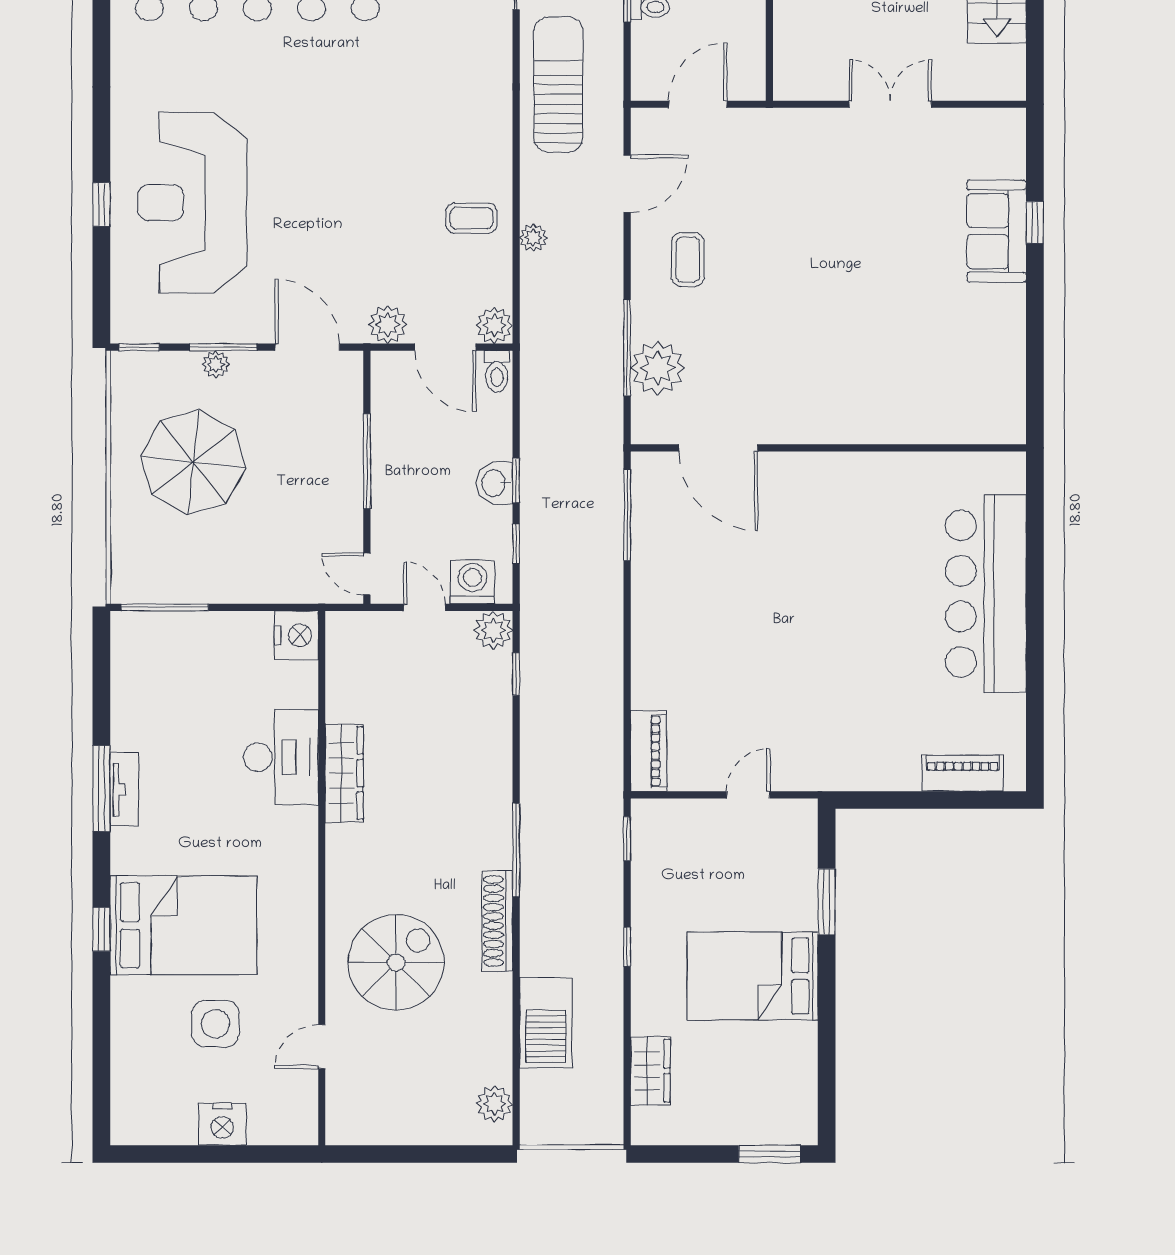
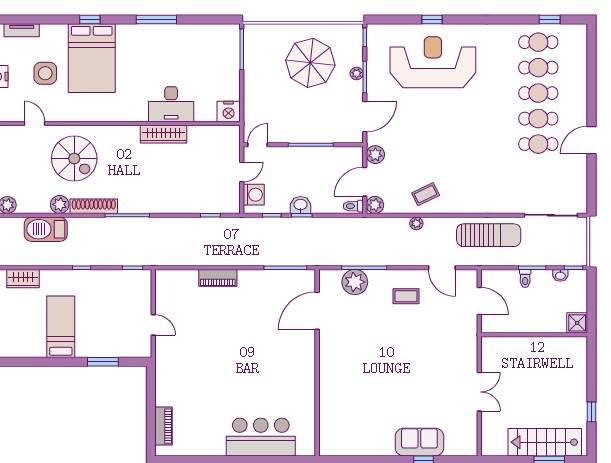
coffee table: (471, 218) -> (426, 194), turned 64
bar counter: (986, 594) -> (261, 437), width x0.73
plant: (493, 630) -> (60, 204), moved
piano: (649, 751) -> (218, 278), moved
tv unit: (124, 789) -> (22, 30), moved
bed: (753, 976) -> (61, 327), width x0.67

